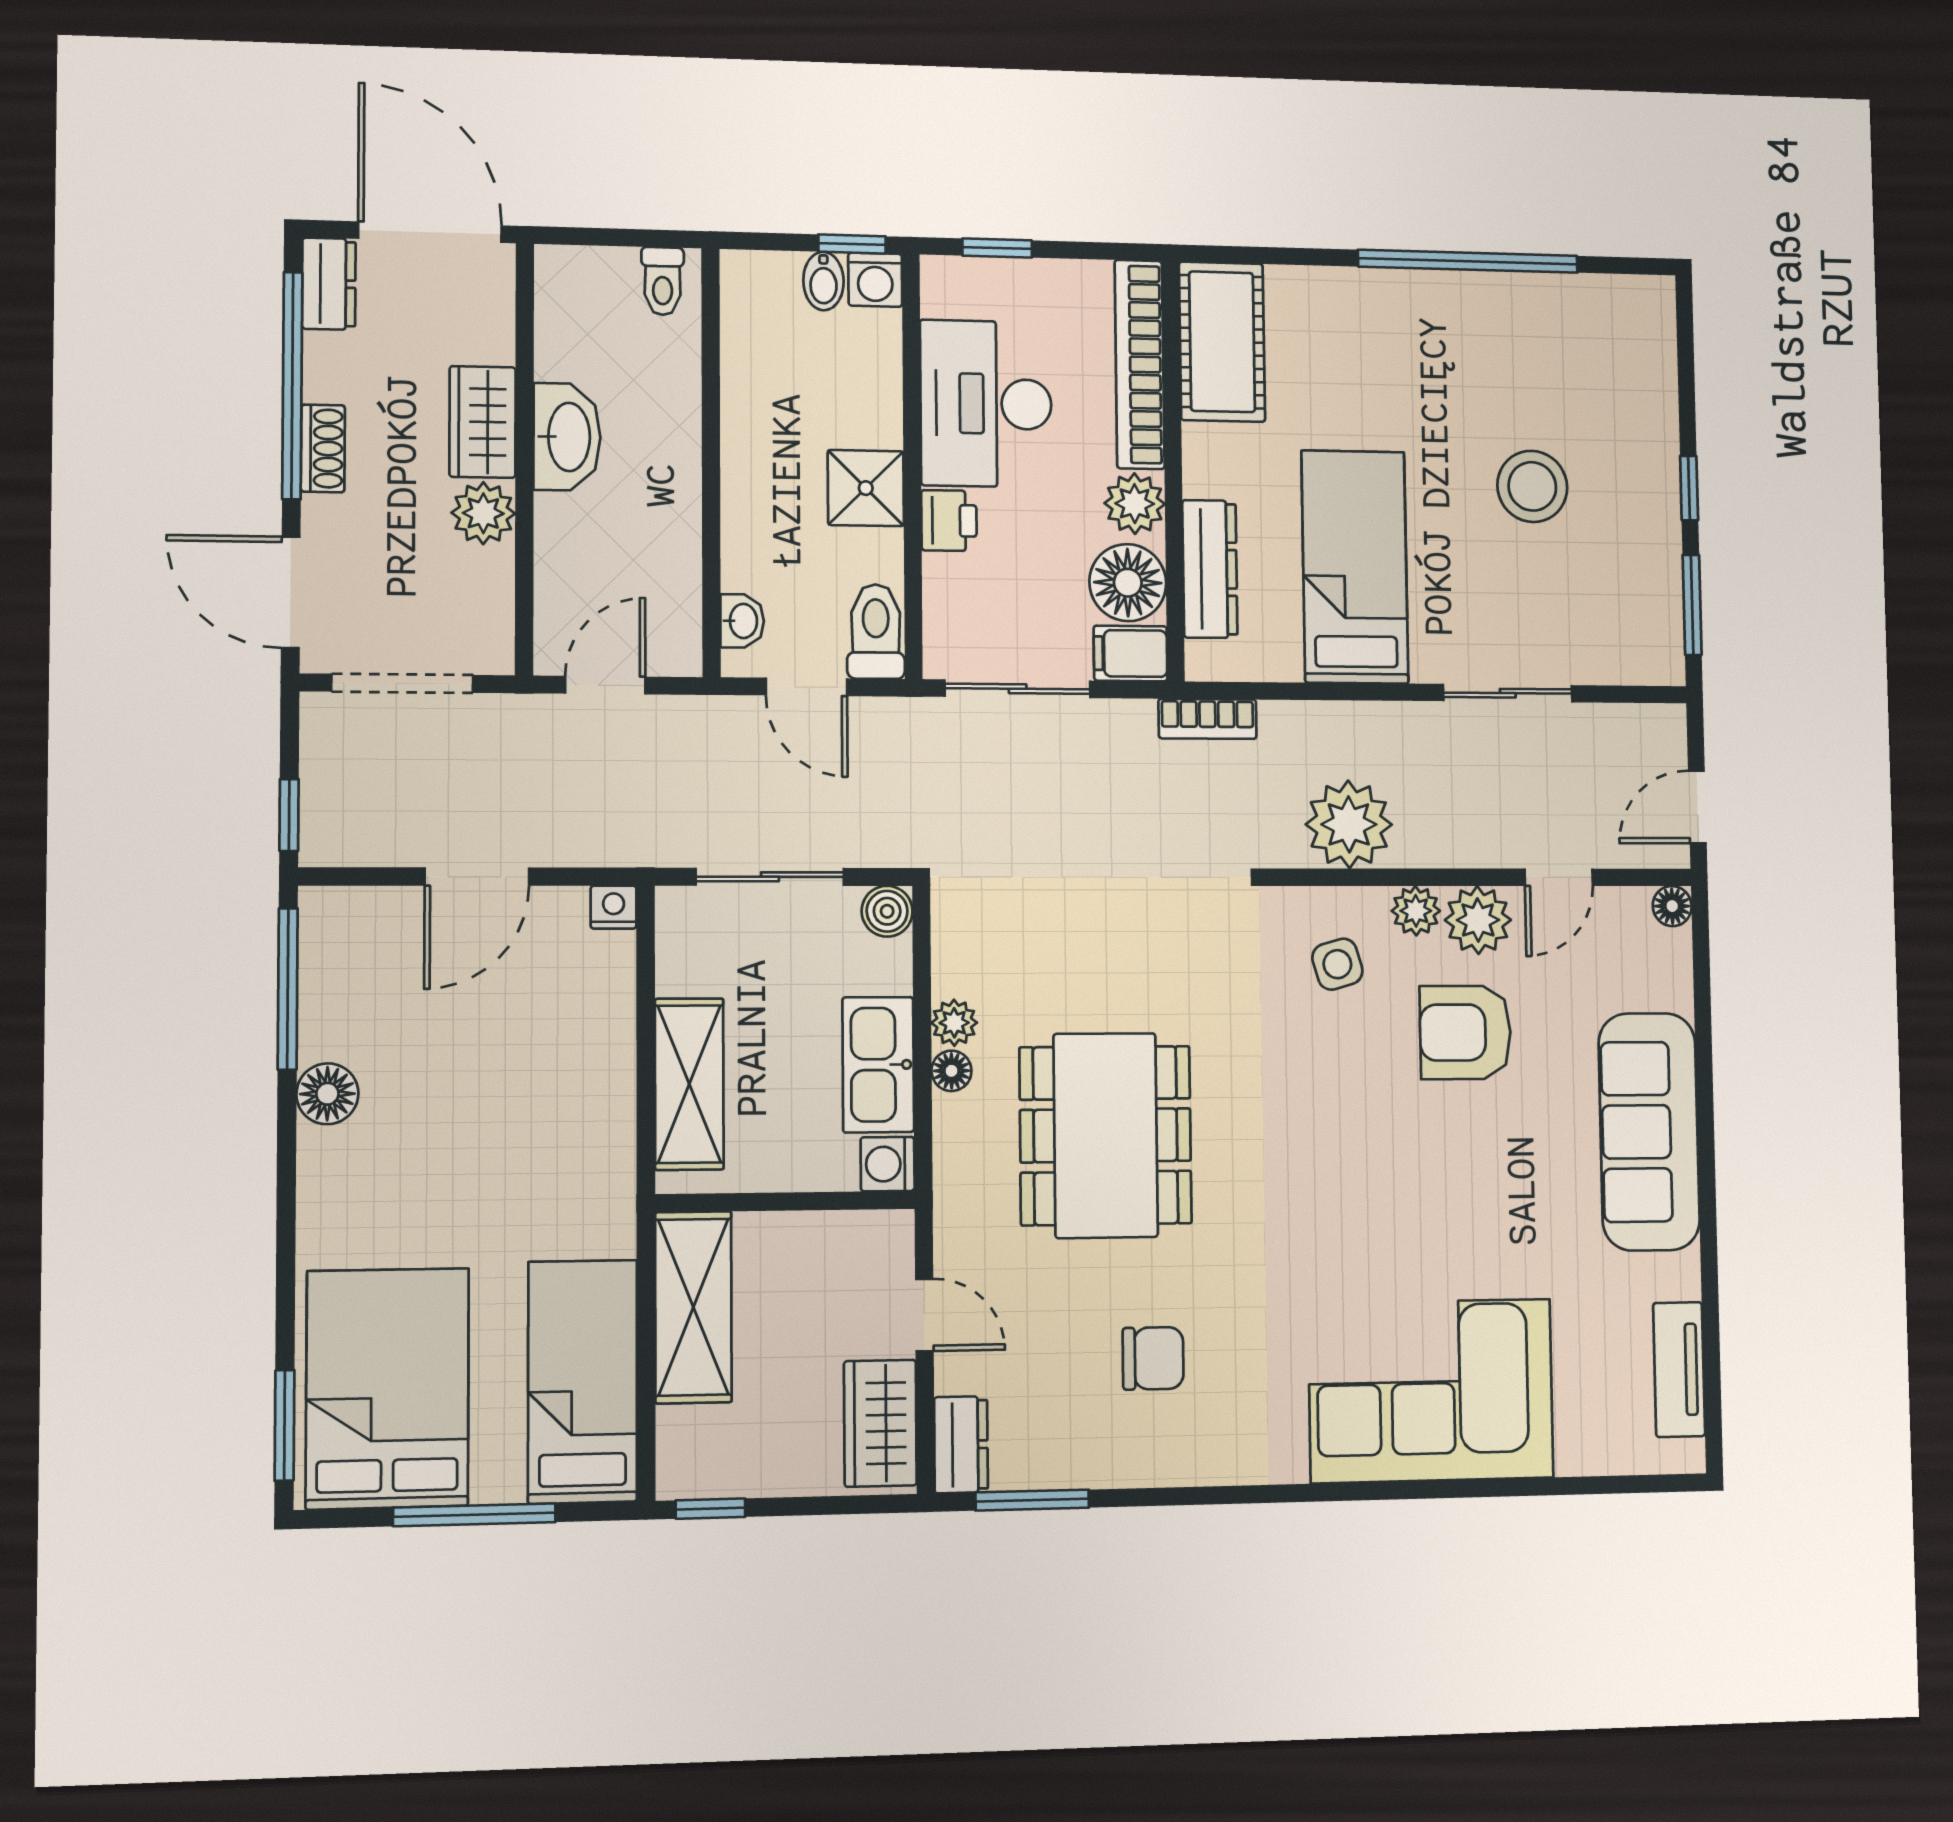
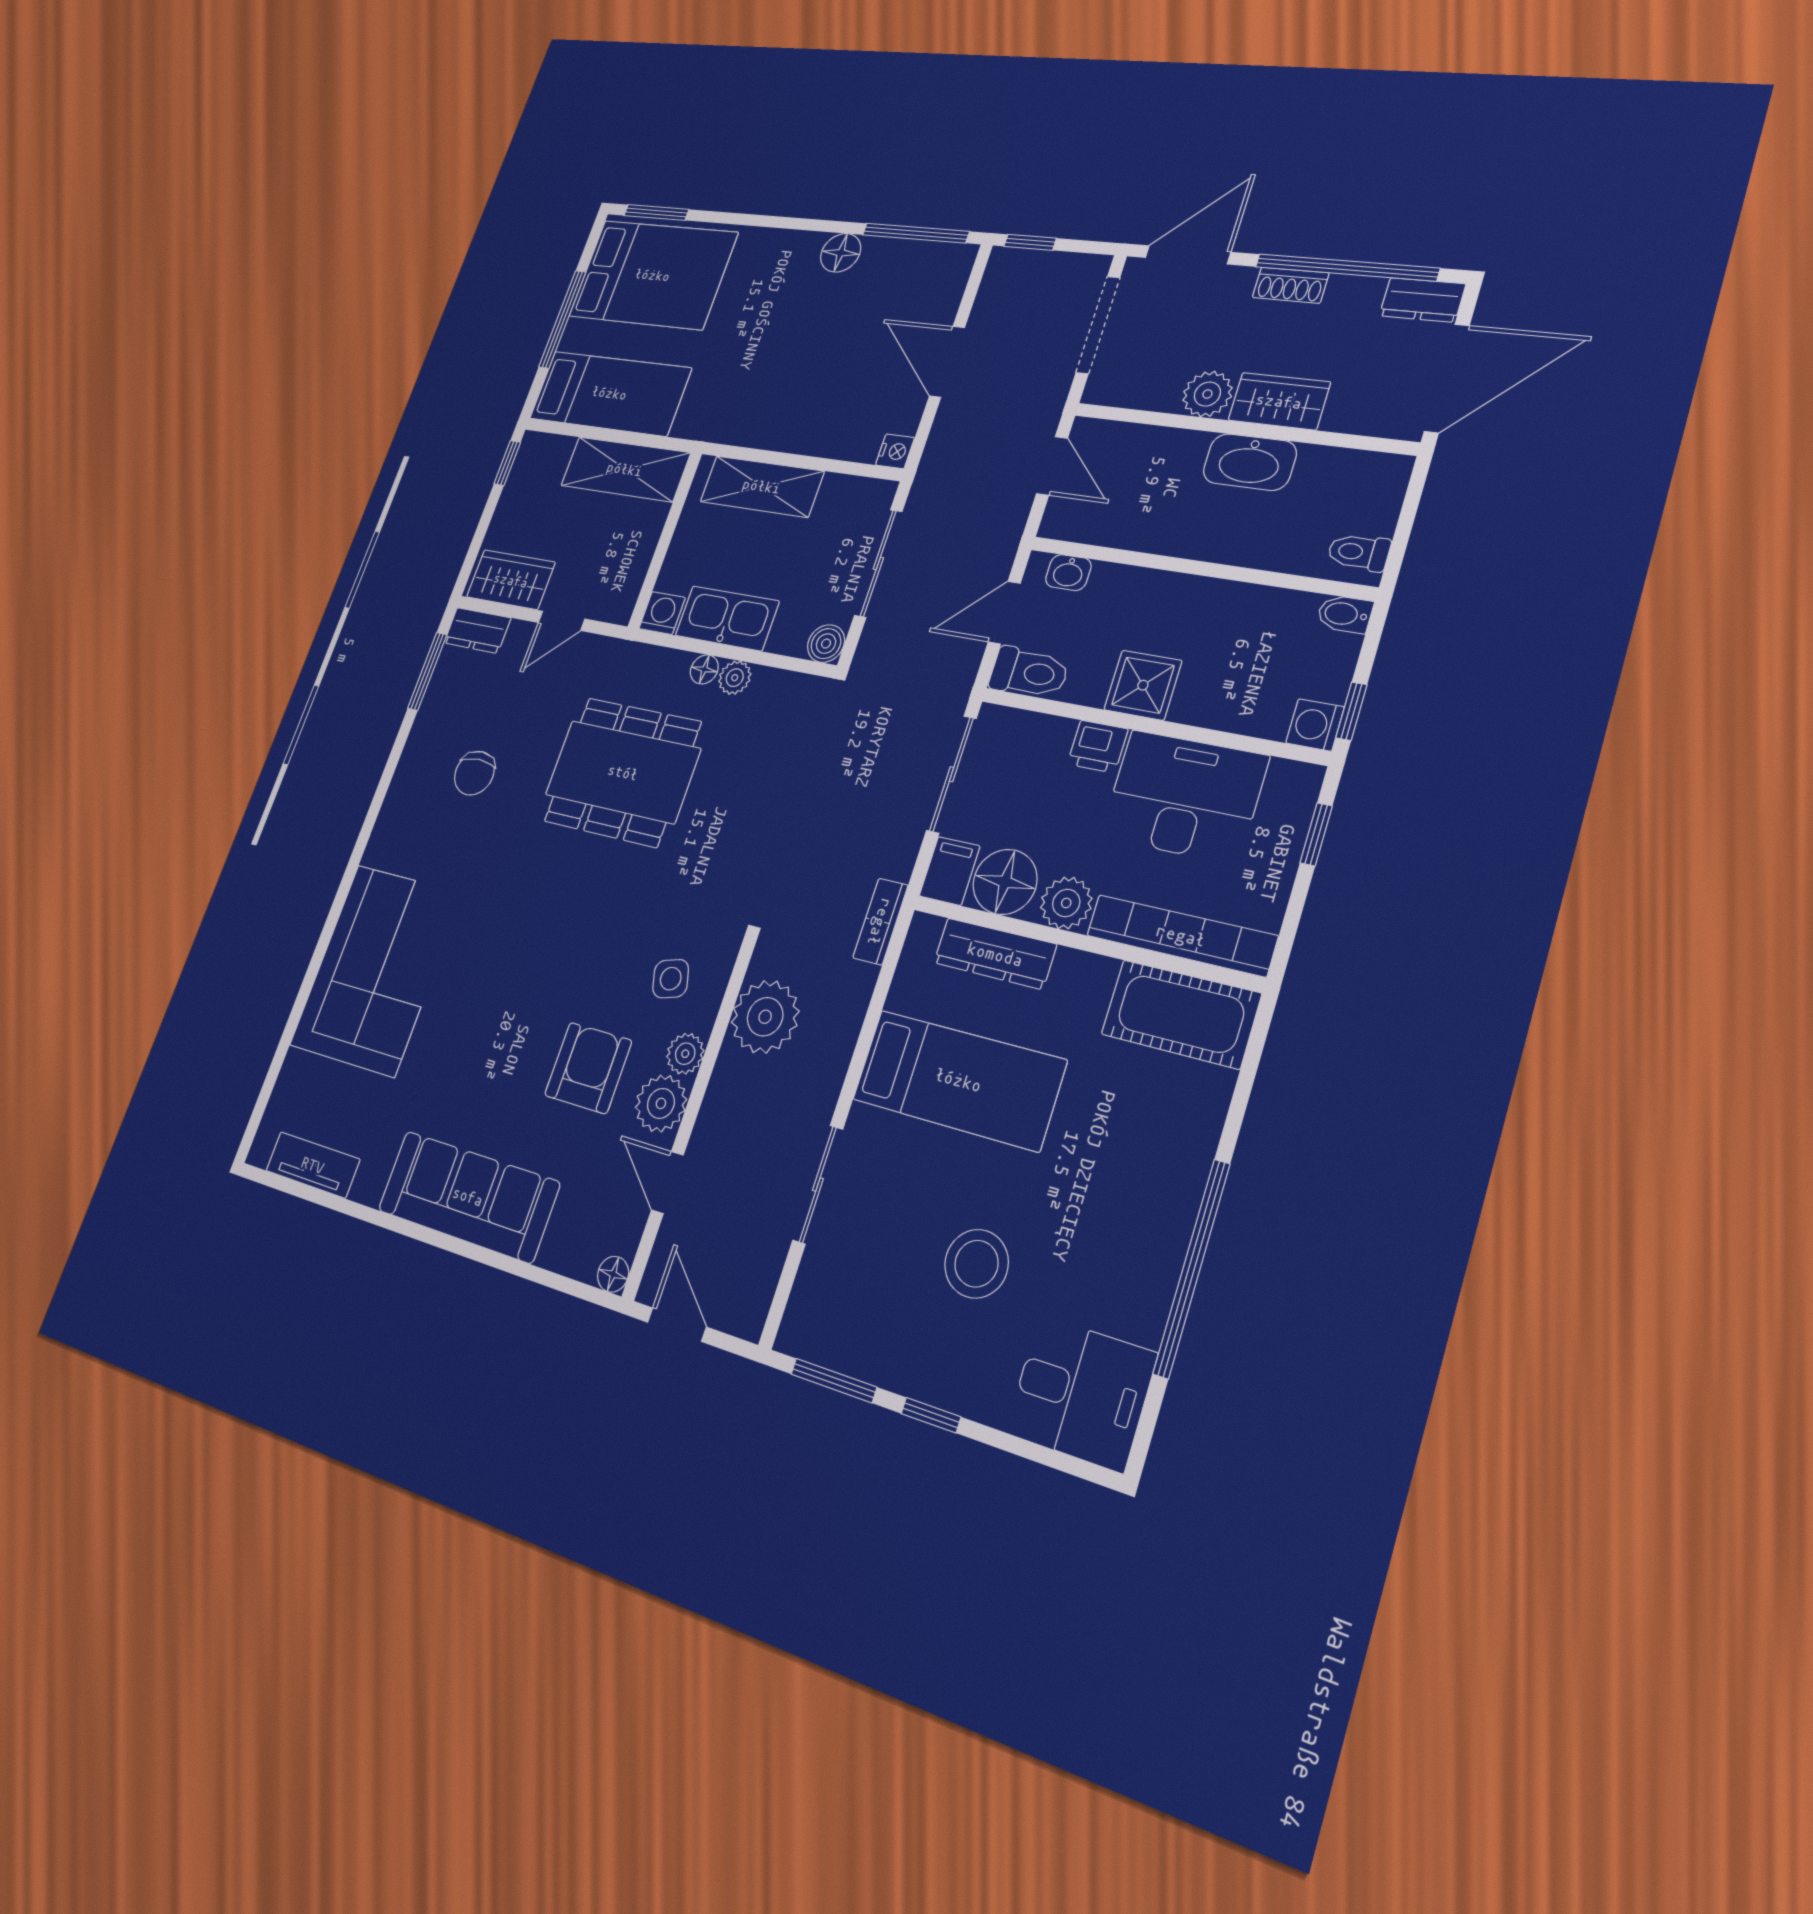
bidet: (823, 281) -> (1345, 614), moved
desk: (1618, 339) -> (1081, 1393), added

